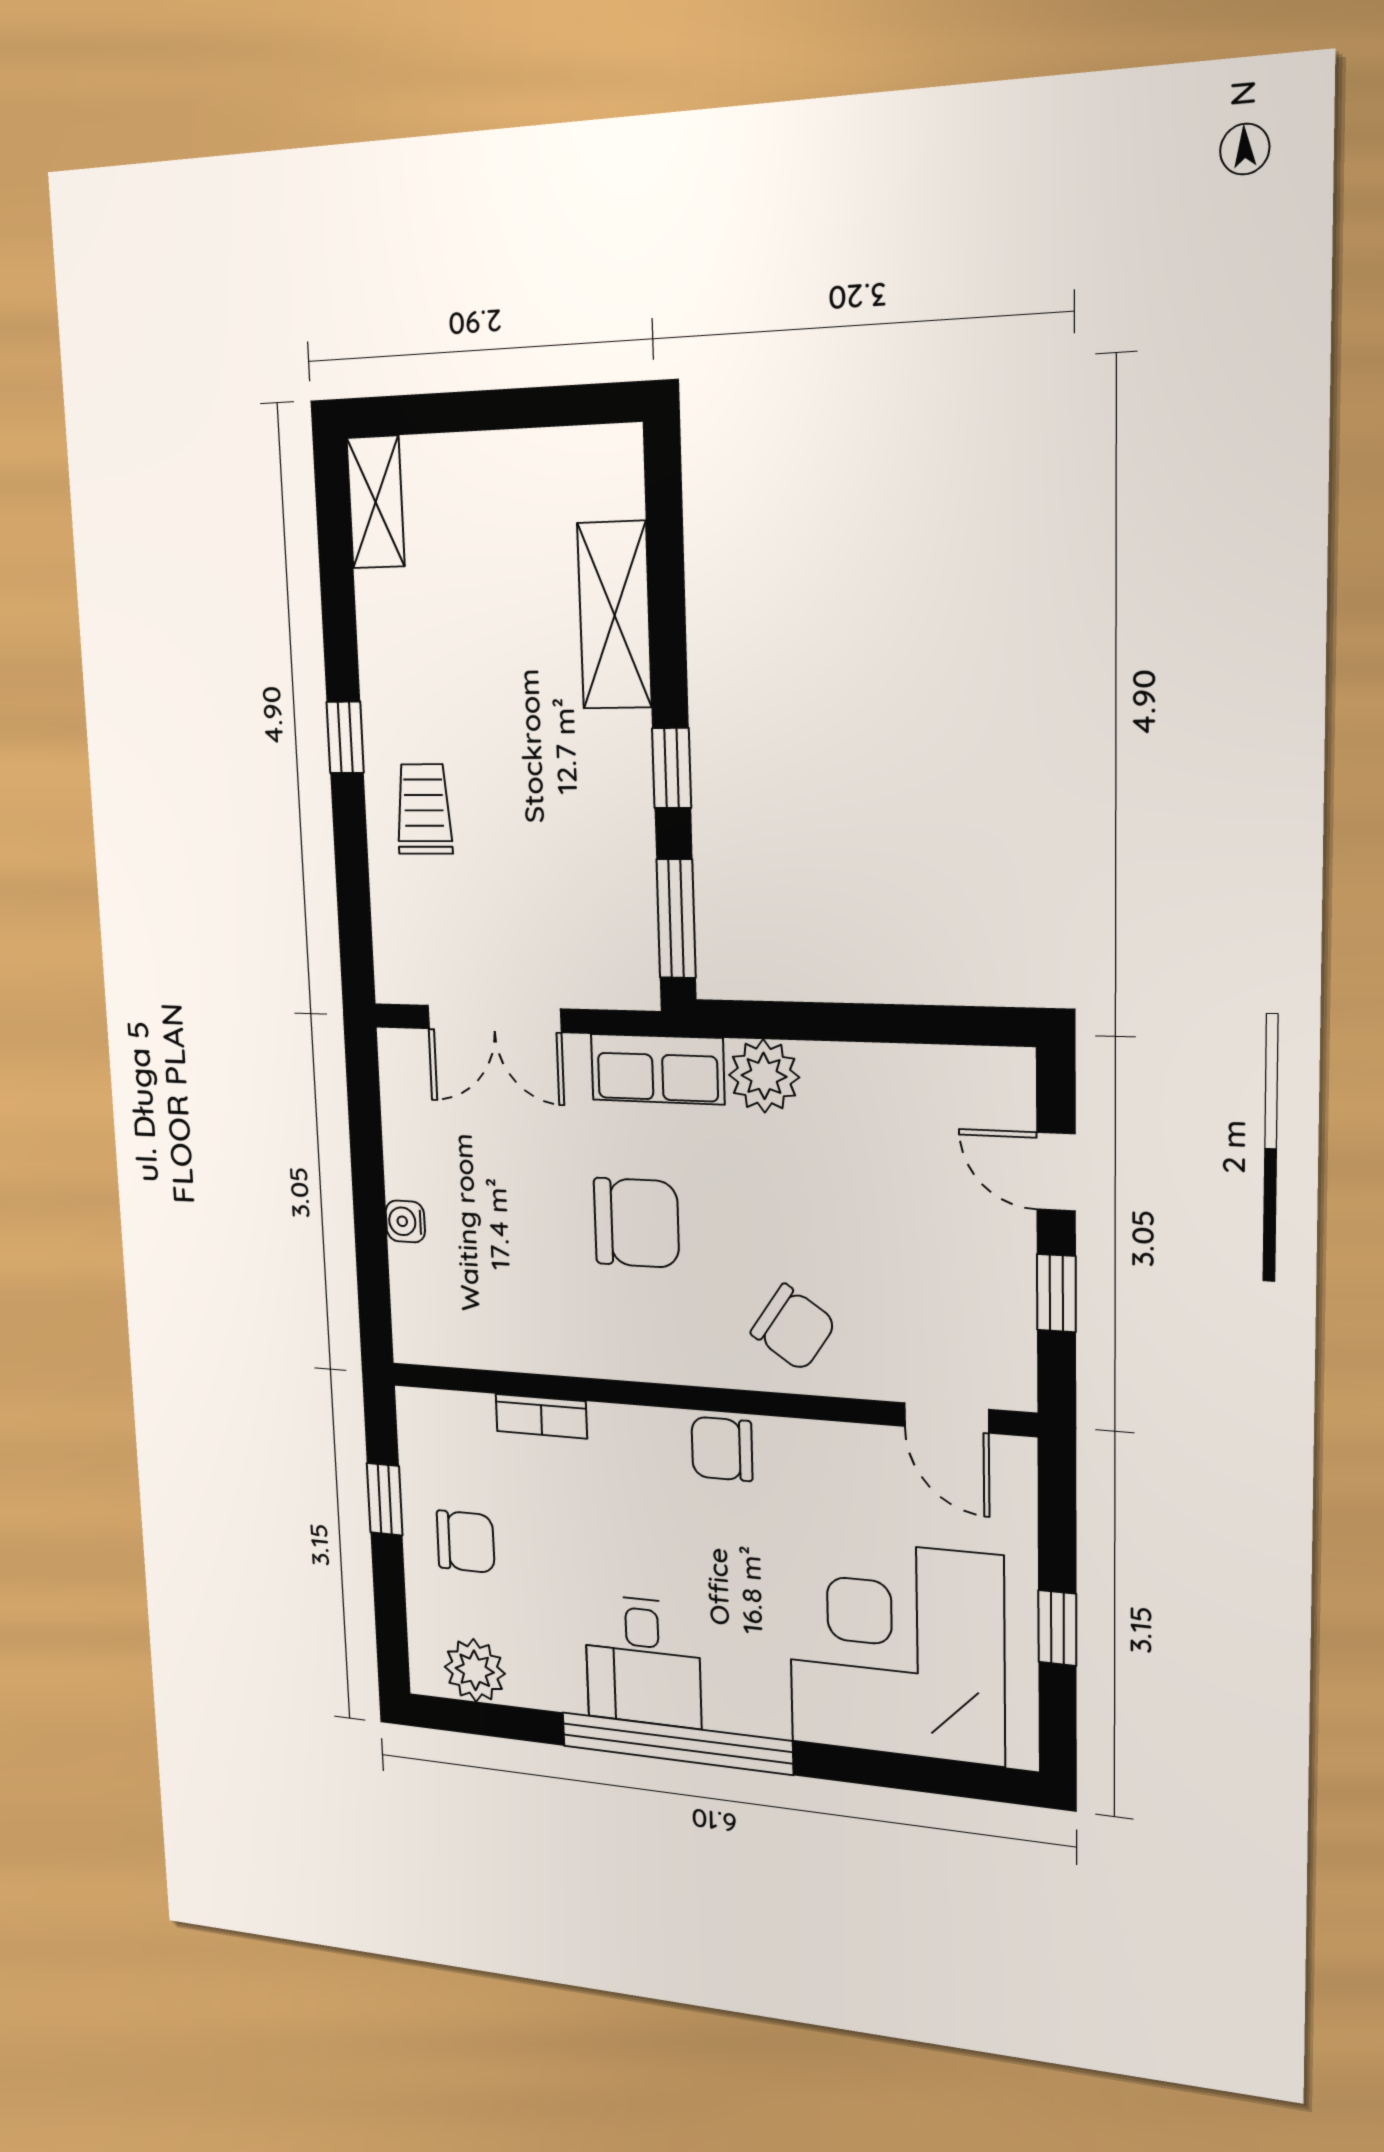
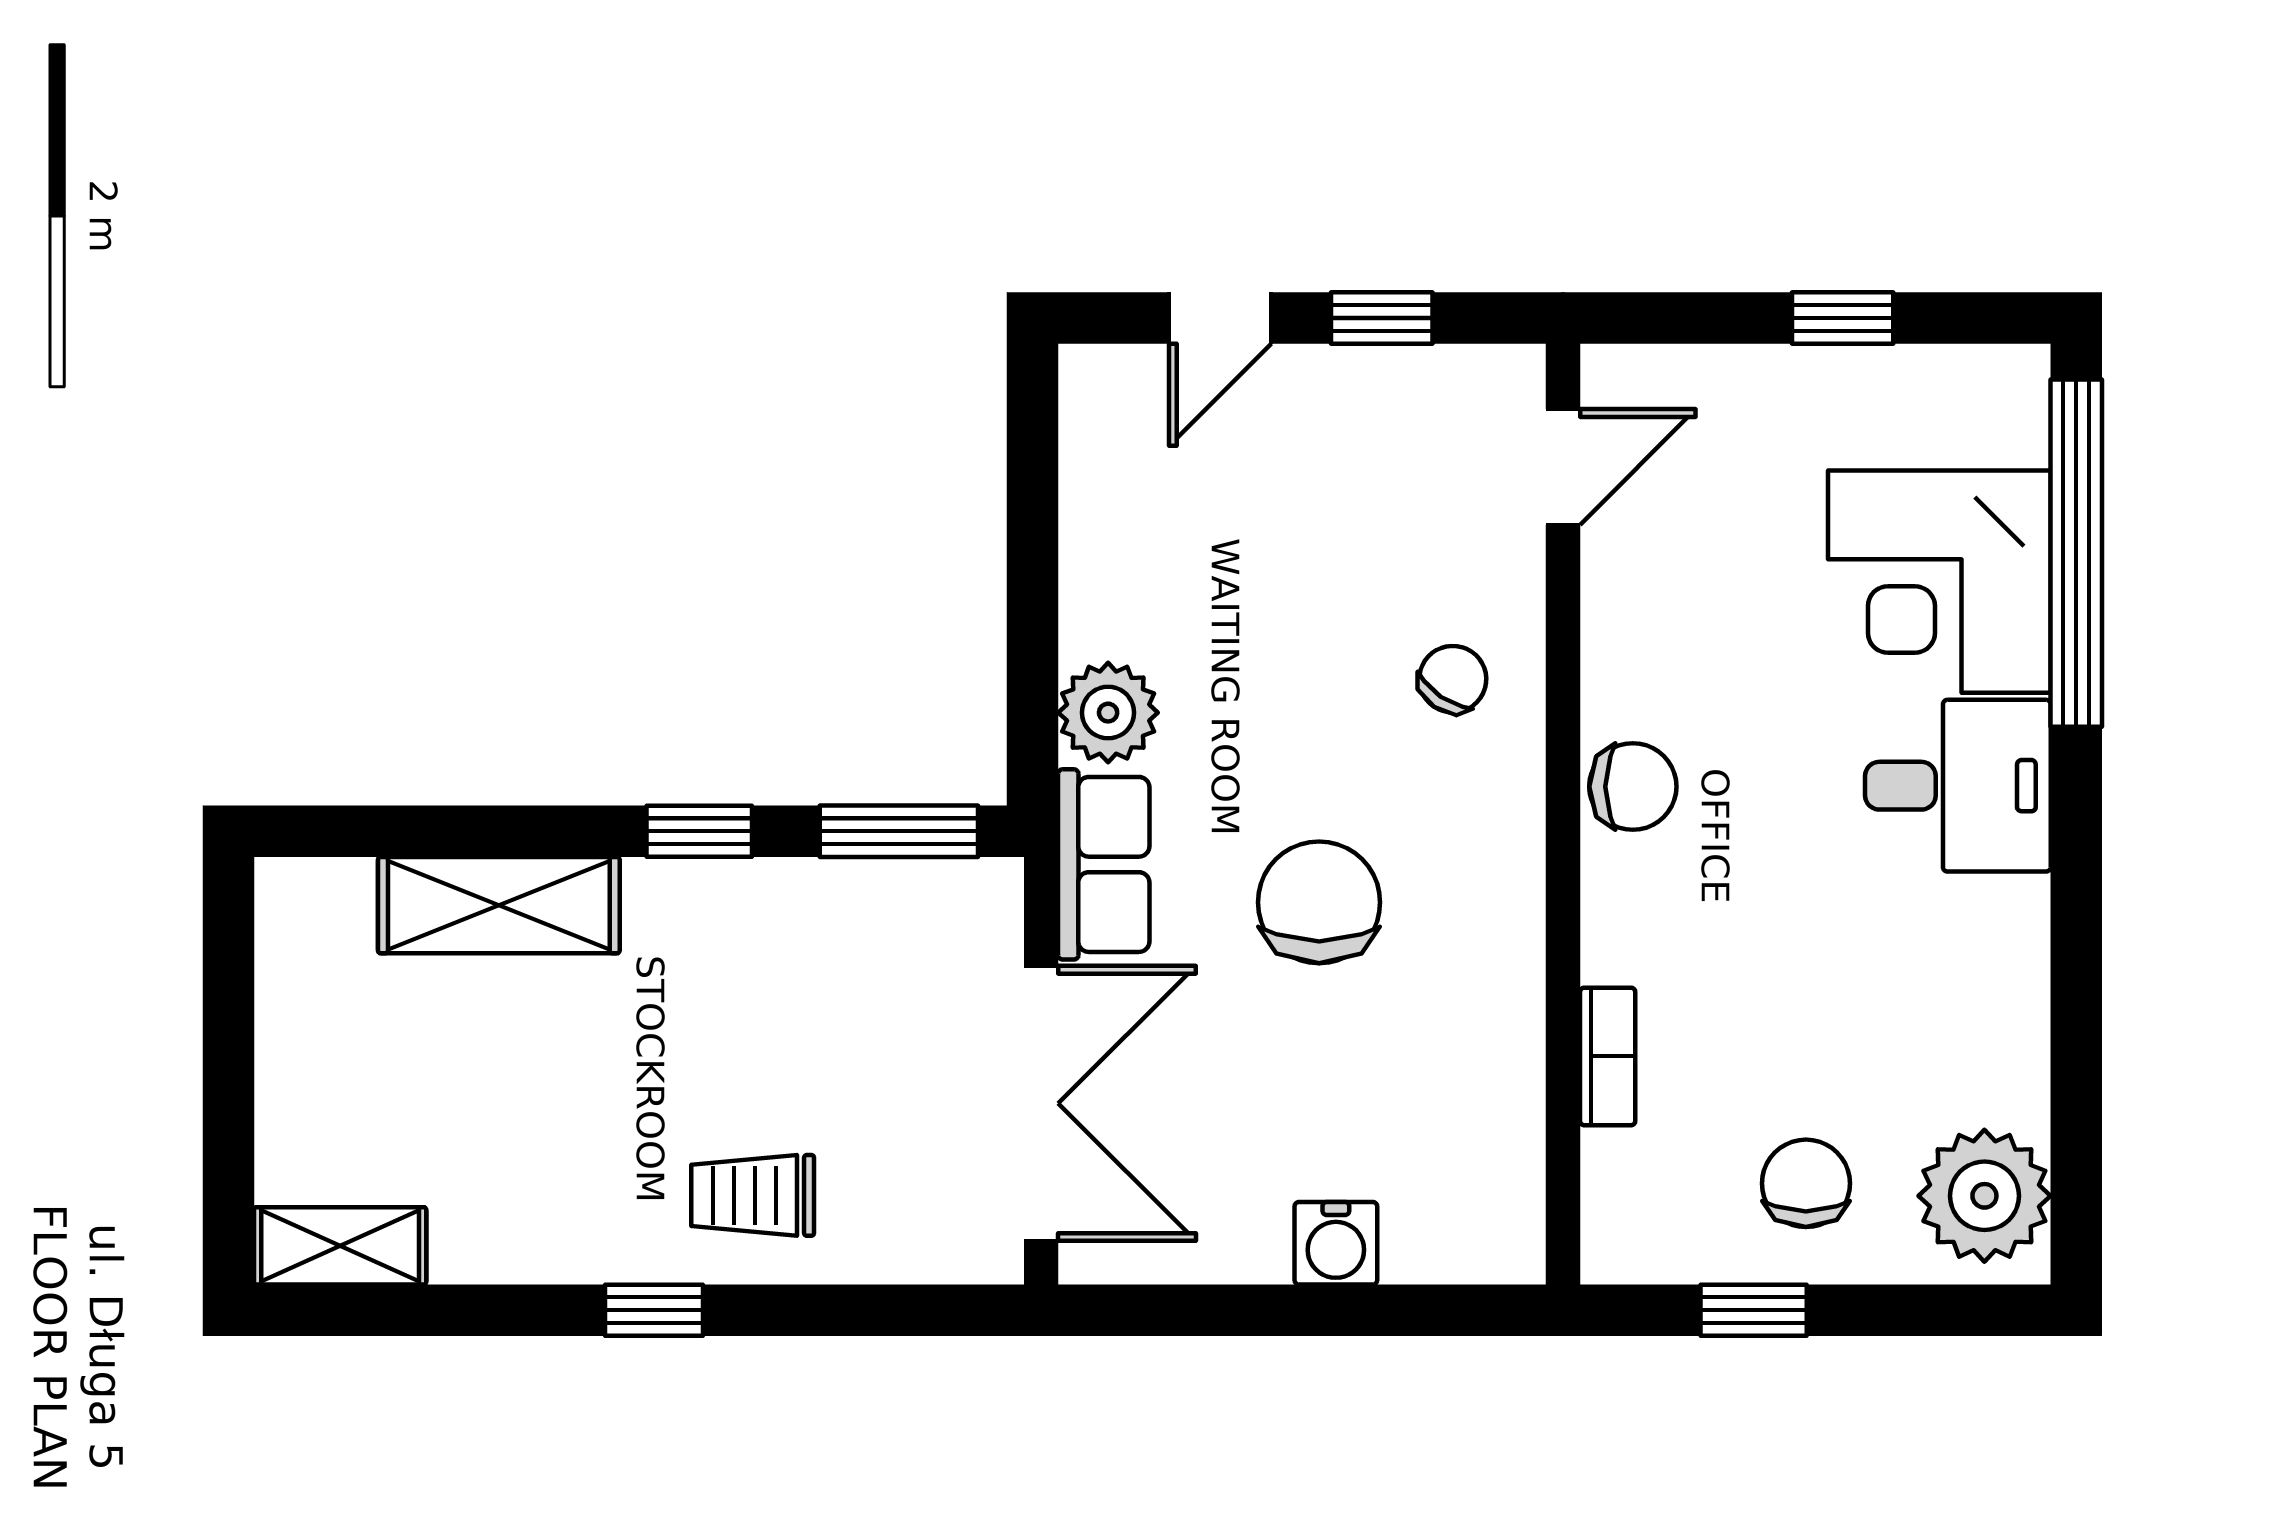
double door: (494, 1019) -> (1041, 1103), width x1.37
water cooler: (405, 1221) -> (1336, 1243), width x1.38, depth x1.38
chair: (793, 1328) -> (1453, 679), width x0.73, depth x0.73
chair: (722, 1449) -> (1633, 787), turned -90
corner desk: (896, 1650) -> (1939, 582), width x0.74, depth x0.74
desk: (643, 1661) -> (1958, 786), moved
plant: (475, 1670) -> (1984, 1196), width x1.36, depth x1.36
window: (677, 1743) -> (2076, 553), moved

